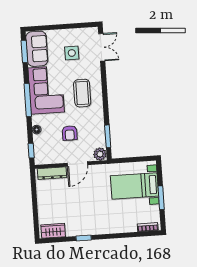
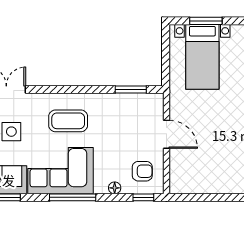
armchair: (70, 133) -> (142, 171), moved
plant: (100, 154) -> (155, 102), removed
dresser: (52, 173) -> (177, 170), removed
window: (161, 198) -> (206, 21), moved

